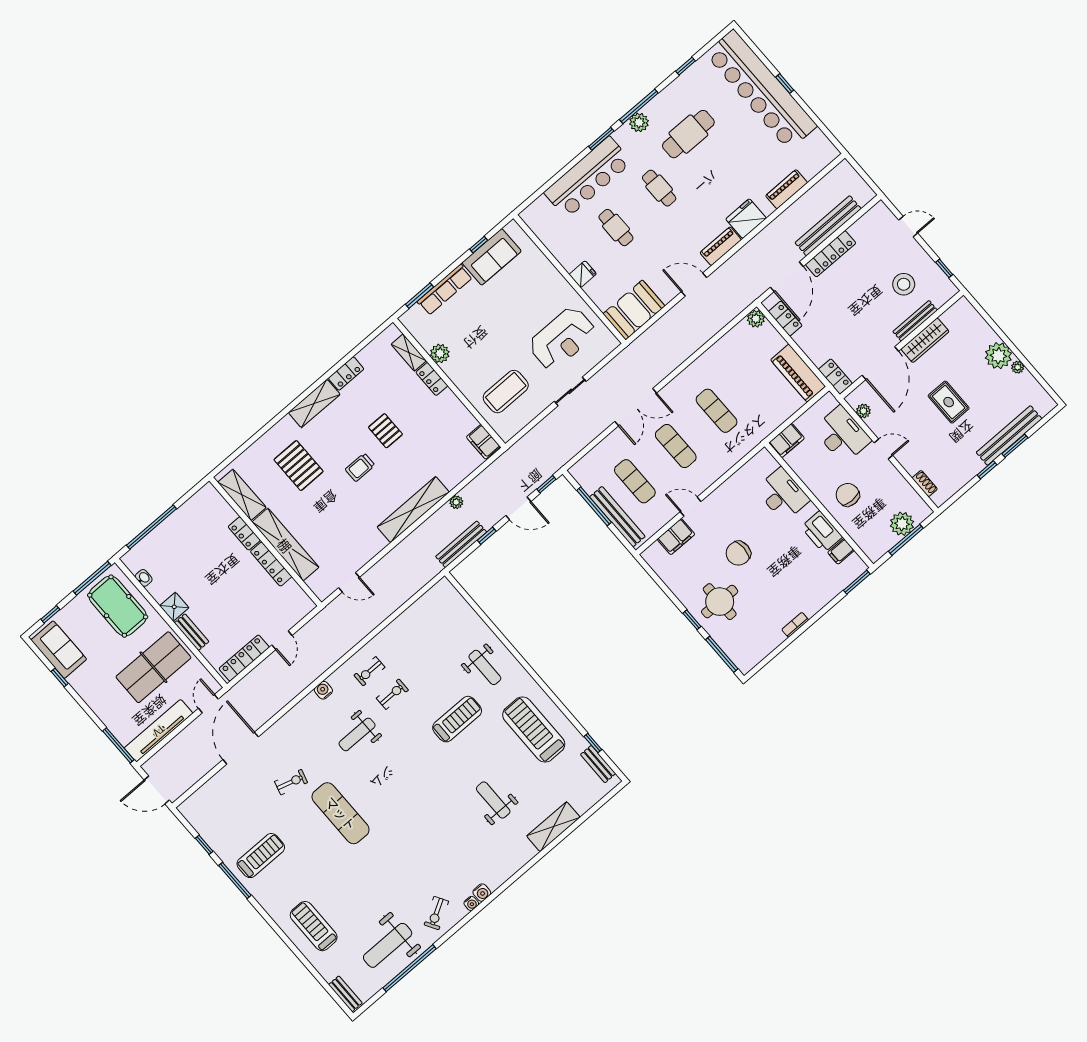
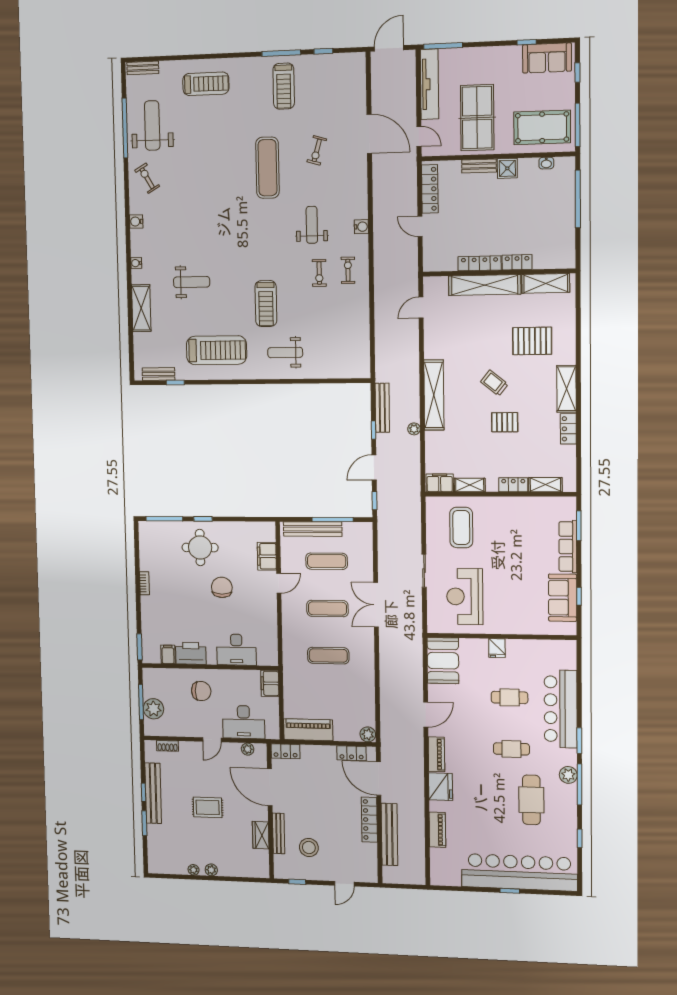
wardrobe: (925, 340) -> (261, 835), width x0.67
plant: (440, 353) -> (526, 505), removed
plant: (998, 356) -> (211, 870), width x0.53, depth x0.53
shelving: (463, 415) -> (470, 485), added
bench: (1009, 436) -> (153, 793), moved
trolley: (360, 467) -> (494, 383), turned -51
exercise mat: (341, 813) -> (267, 168), turned 90
water cooler: (471, 903) -> (136, 263), moved

